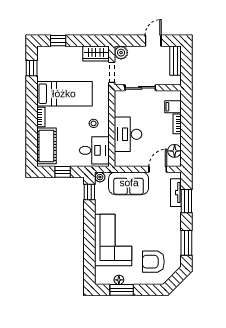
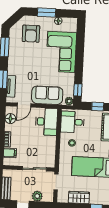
plant: (121, 53) -> (37, 196), moved
wardrobe: (96, 54) -> (79, 197), moved
desk: (128, 134) -> (46, 122), moved
armchair: (153, 262) -> (31, 34), turned 90
window: (122, 290) -> (46, 13), moved

